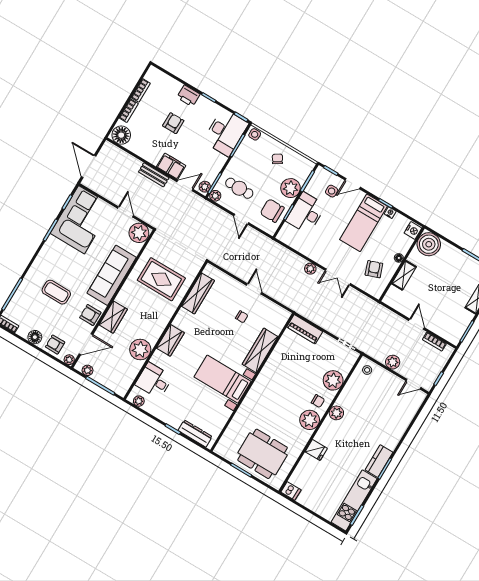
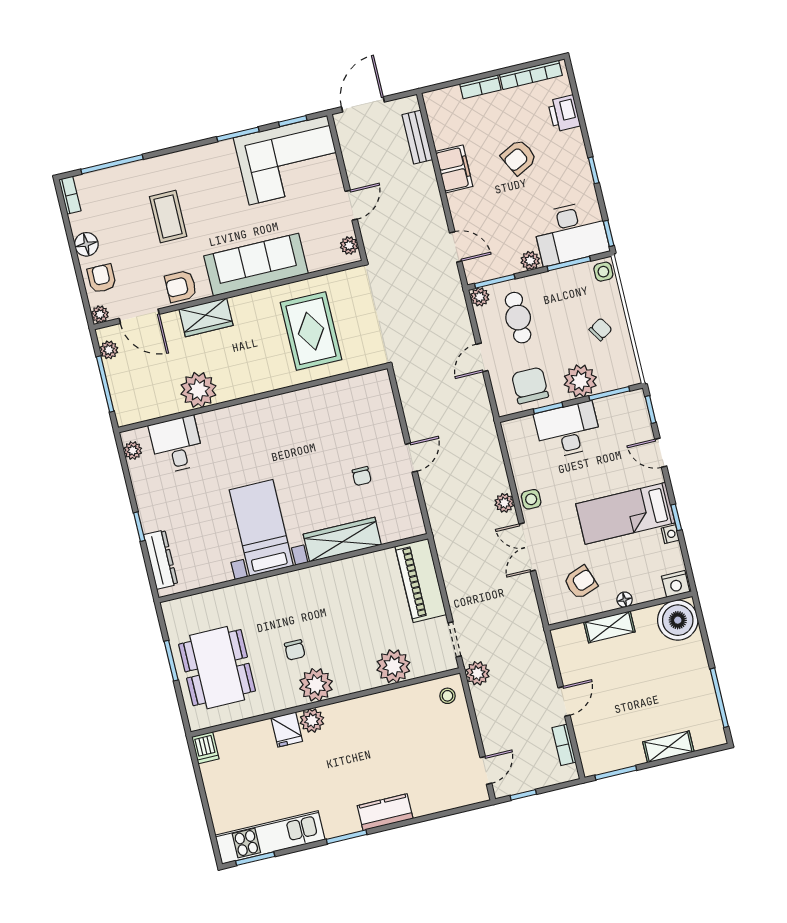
bookcase: (141, 90) -> (531, 75), width x1.56
printer: (188, 96) -> (564, 113), moved
armchair: (173, 123) -> (519, 157), turned 153
floor lamp: (121, 135) -> (441, 107), removed
filing cabinet: (171, 166) -> (454, 169), moved
bench: (154, 175) -> (417, 137), moved
plant: (205, 187) -> (530, 261), moved
side table: (332, 191) -> (531, 499), moved
plant: (139, 233) -> (349, 246), width x0.53, depth x0.53
wardrobe: (198, 293) -> (338, 394), removed
armchair: (90, 315) -> (181, 286), turned -90
piano: (305, 329) -> (421, 580), width x1.37, depth x1.33
wardrobe: (170, 340) -> (246, 416), removed
plant: (393, 362) -> (477, 673), moved
door: (413, 384) -> (486, 770), swing flipped
chair: (318, 401) -> (295, 650), moved
plant: (336, 413) -> (312, 720), moved
kitchen counter: (379, 461) -> (385, 812), moved

